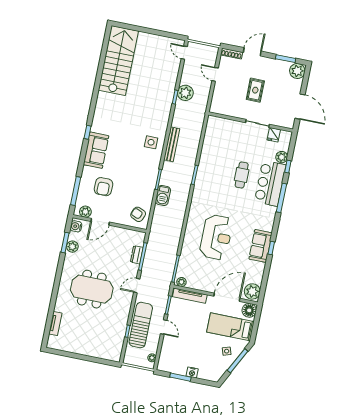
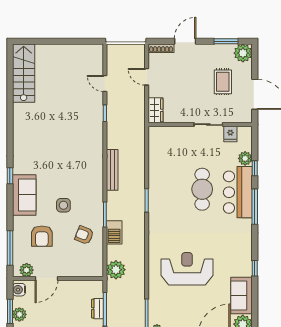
door: (184, 53) -> (105, 83), moved
stairs: (118, 61) -> (24, 73), width x0.73, depth x0.66
rug: (255, 90) -> (223, 82), moved
plant: (185, 93) -> (116, 270), moved
wardrobe: (217, 103) -> (156, 110), added
side table: (151, 142) -> (63, 205), moved
cafe table: (242, 175) -> (202, 189), width x1.37, depth x1.35
armchair: (138, 214) -> (84, 235), moved
reception desk: (216, 237) -> (187, 269), turned -90
sofa: (261, 246) -> (241, 295), moved

